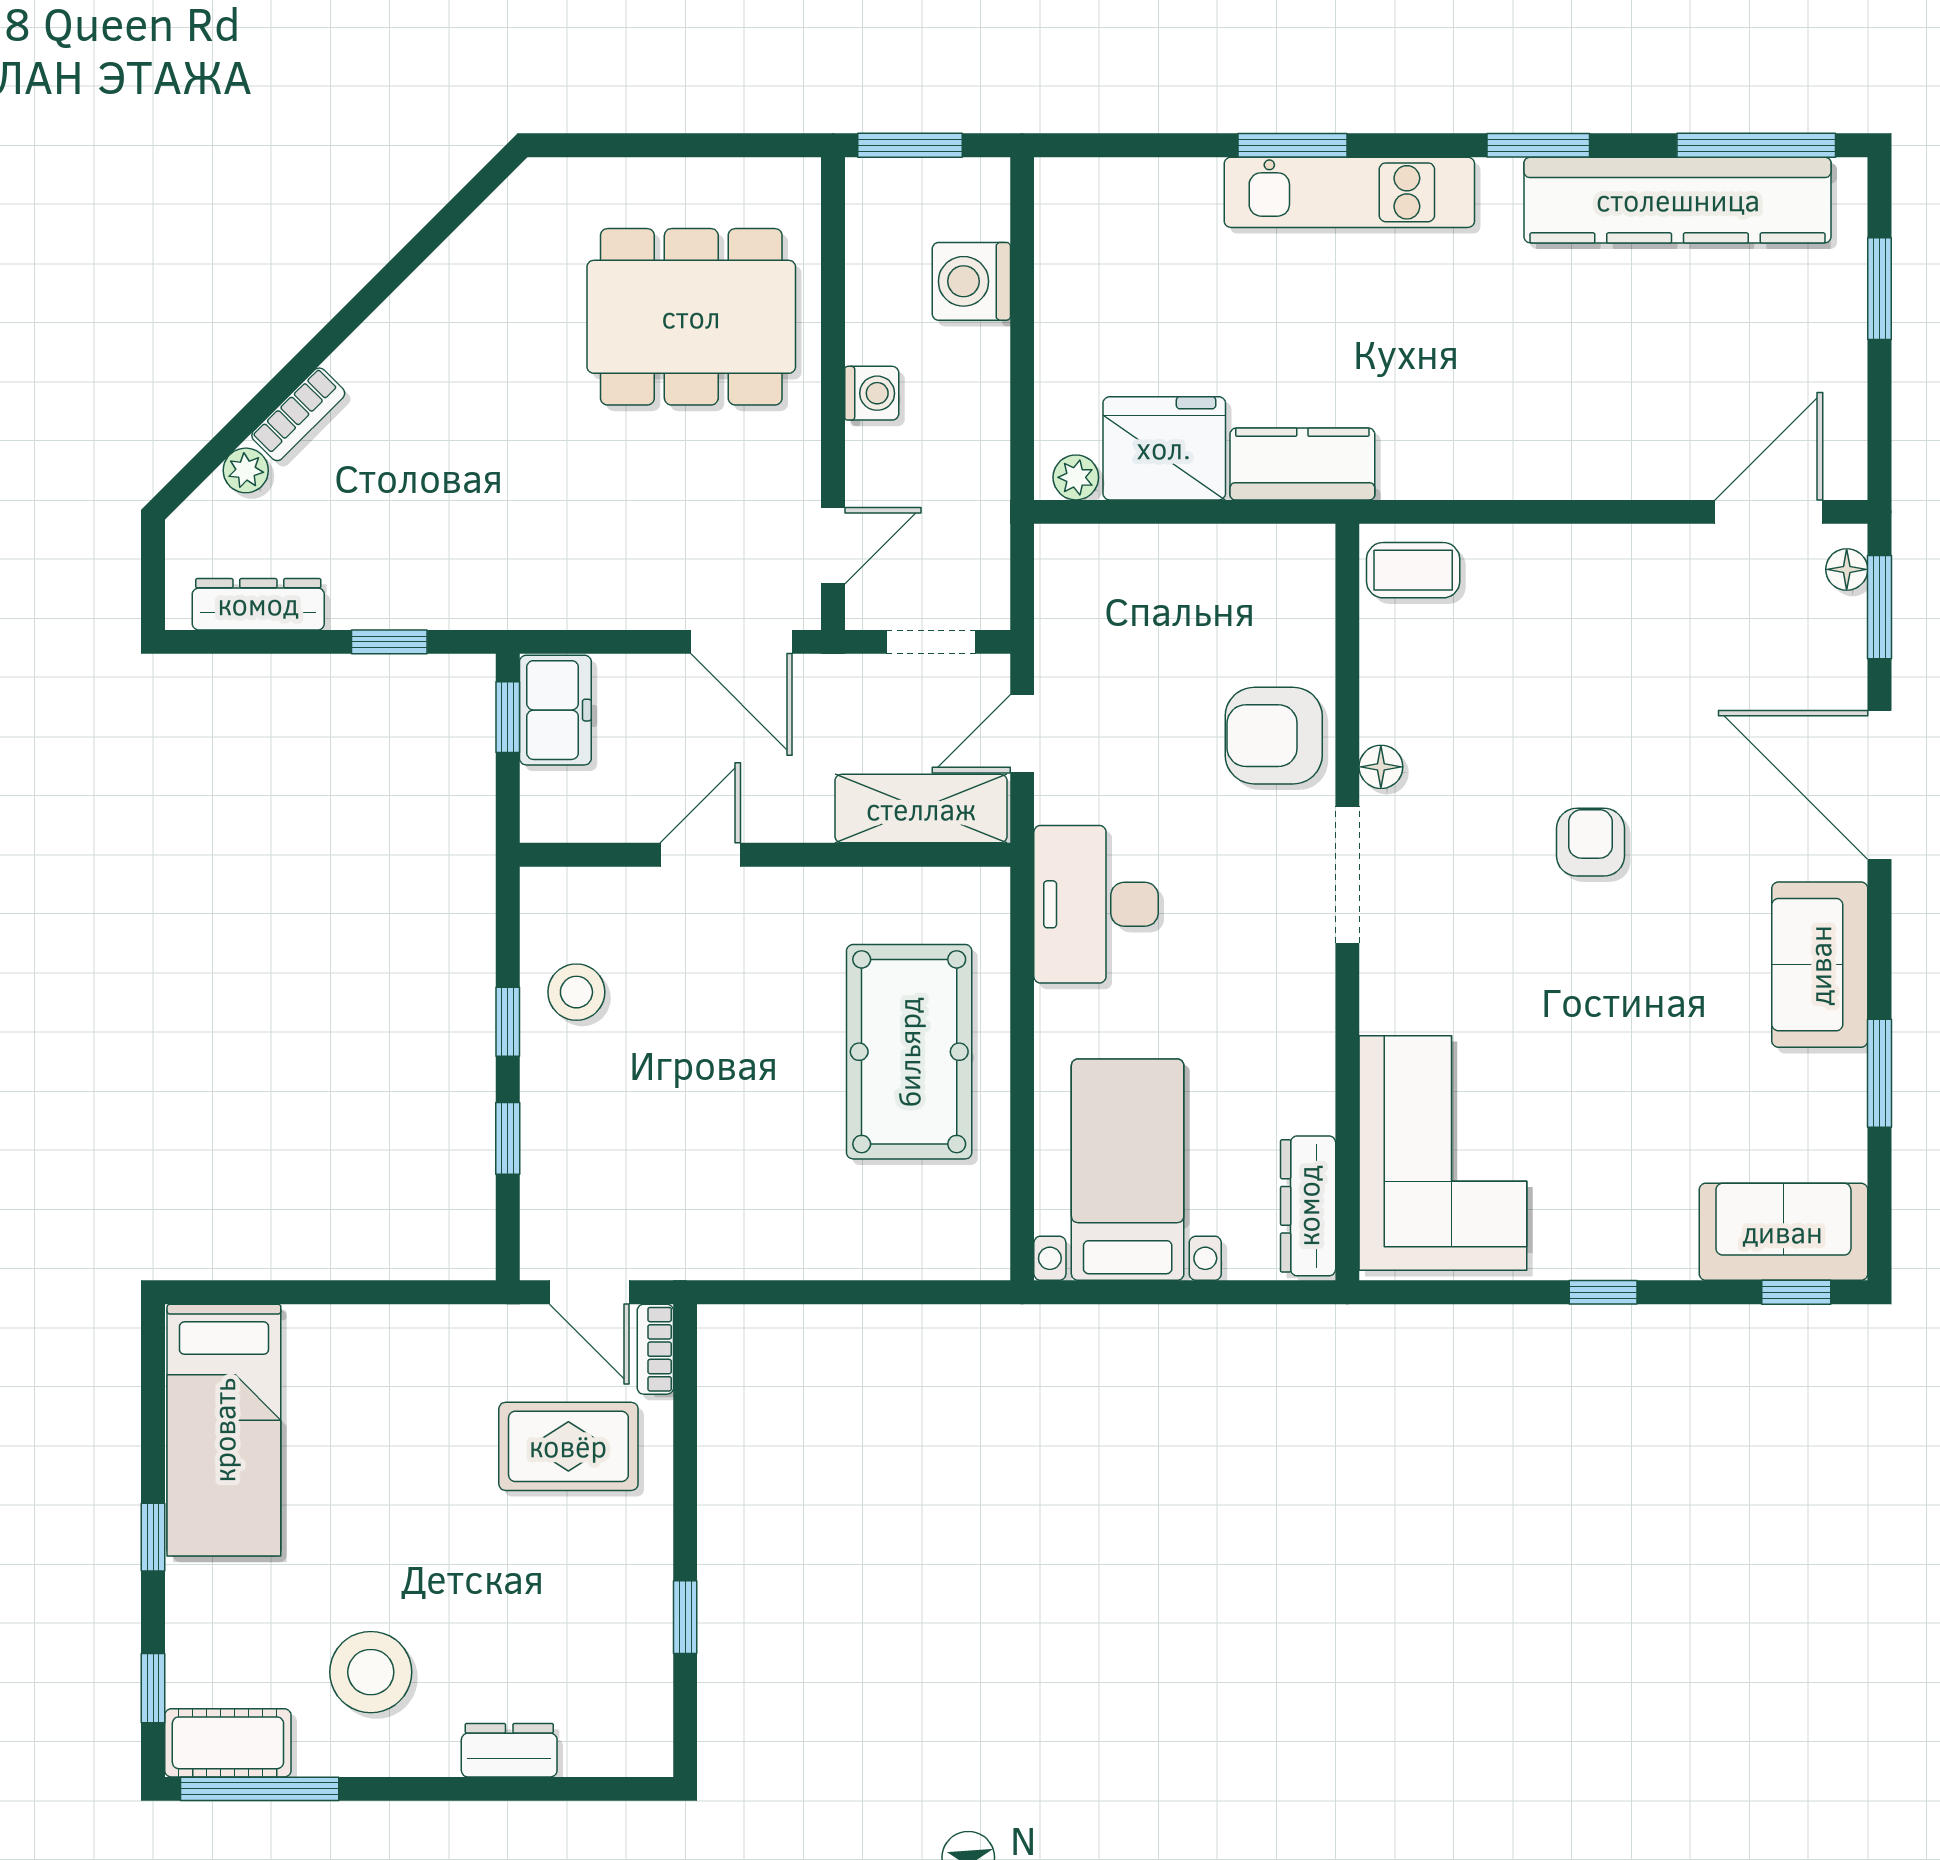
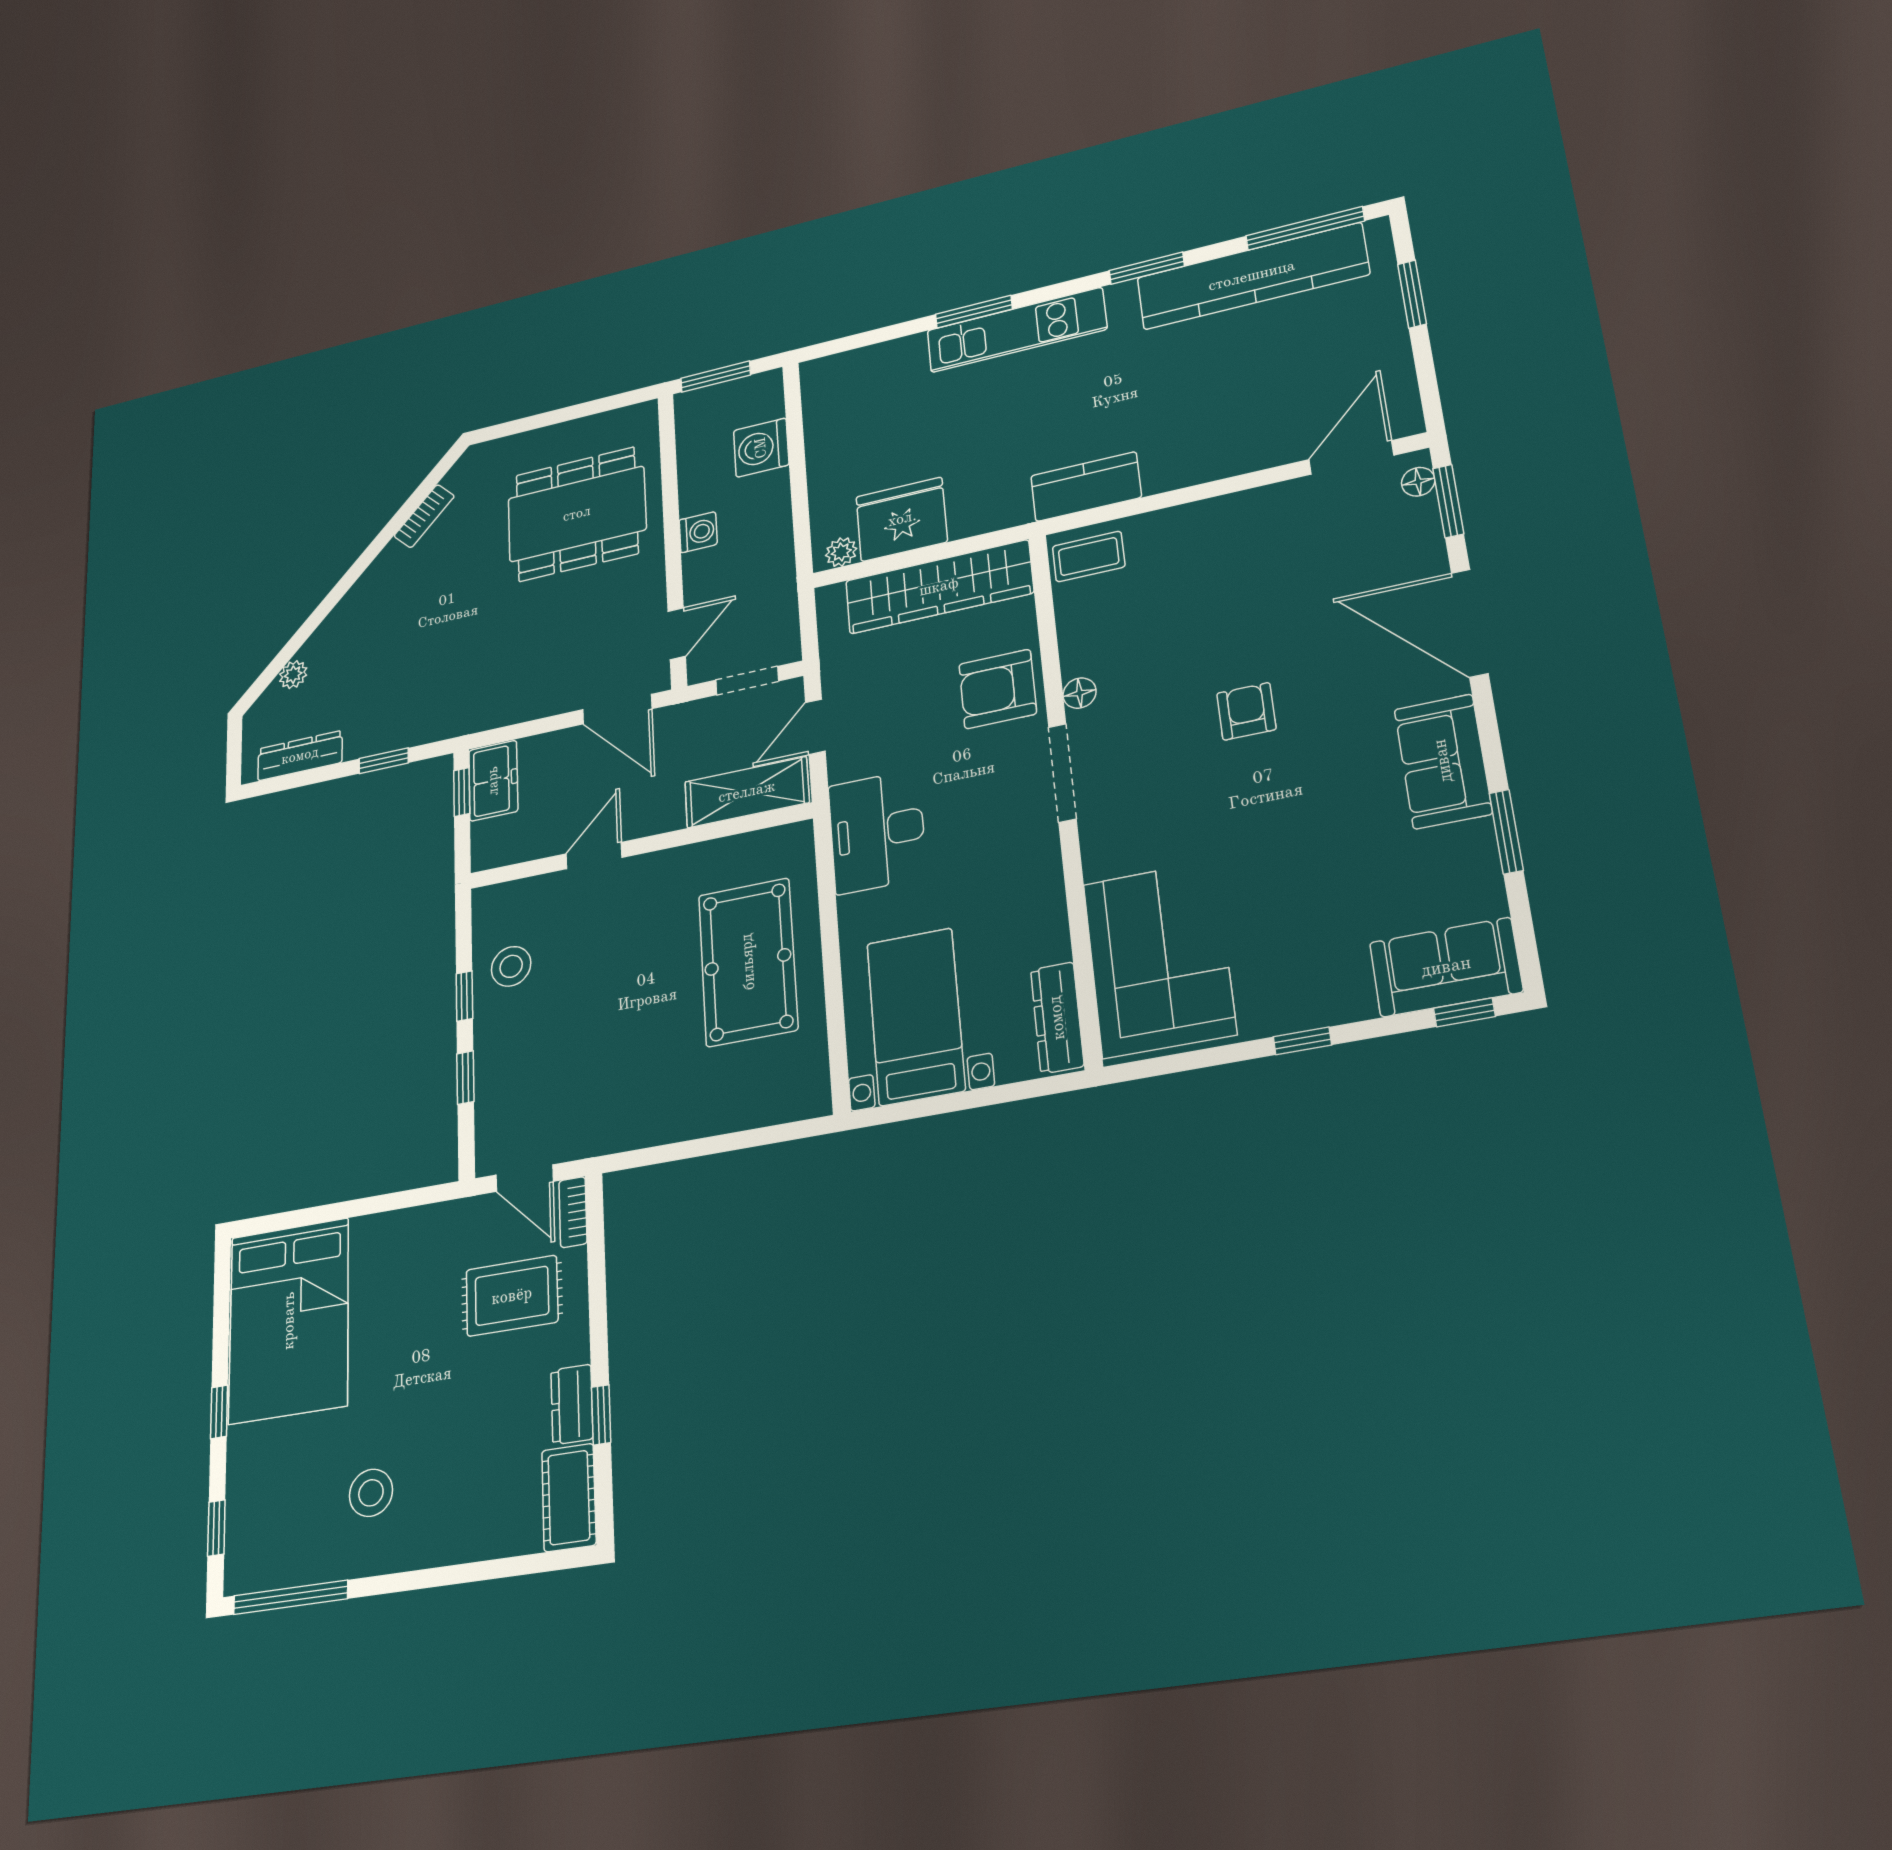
bookcase: (298, 414) -> (424, 516), moved
kitchen counter: (1302, 464) -> (1086, 487), moved
wardrobe: (1208, 565) -> (939, 587), added
bed: (224, 1430) -> (289, 1321), width x1.50
stool: (371, 1672) -> (371, 1493), width x0.73, depth x0.73
cot: (228, 1743) -> (569, 1498), moved, turned 90
dresser: (509, 1750) -> (572, 1404), moved, turned -90

